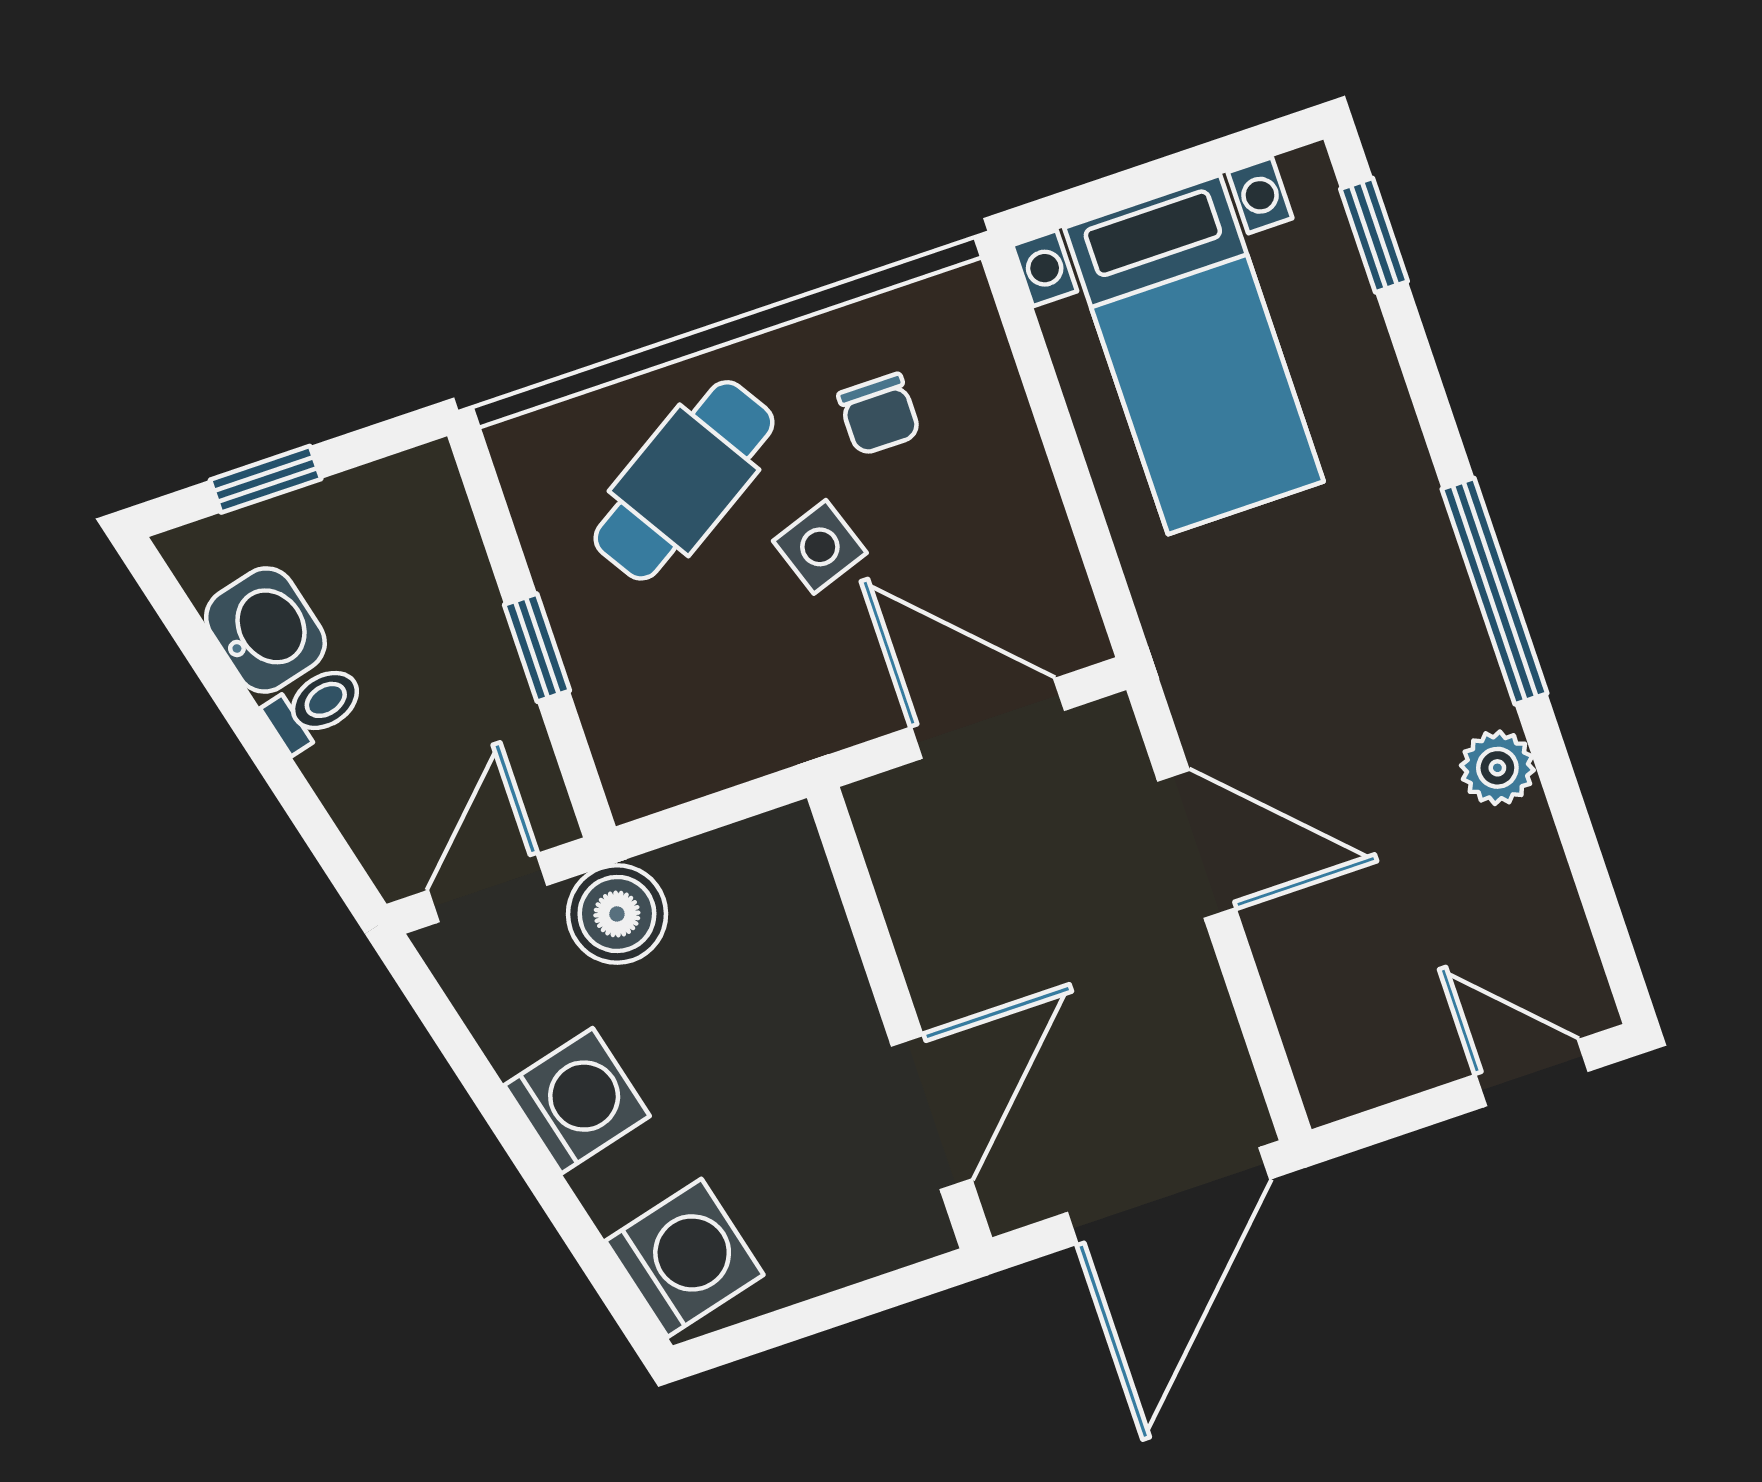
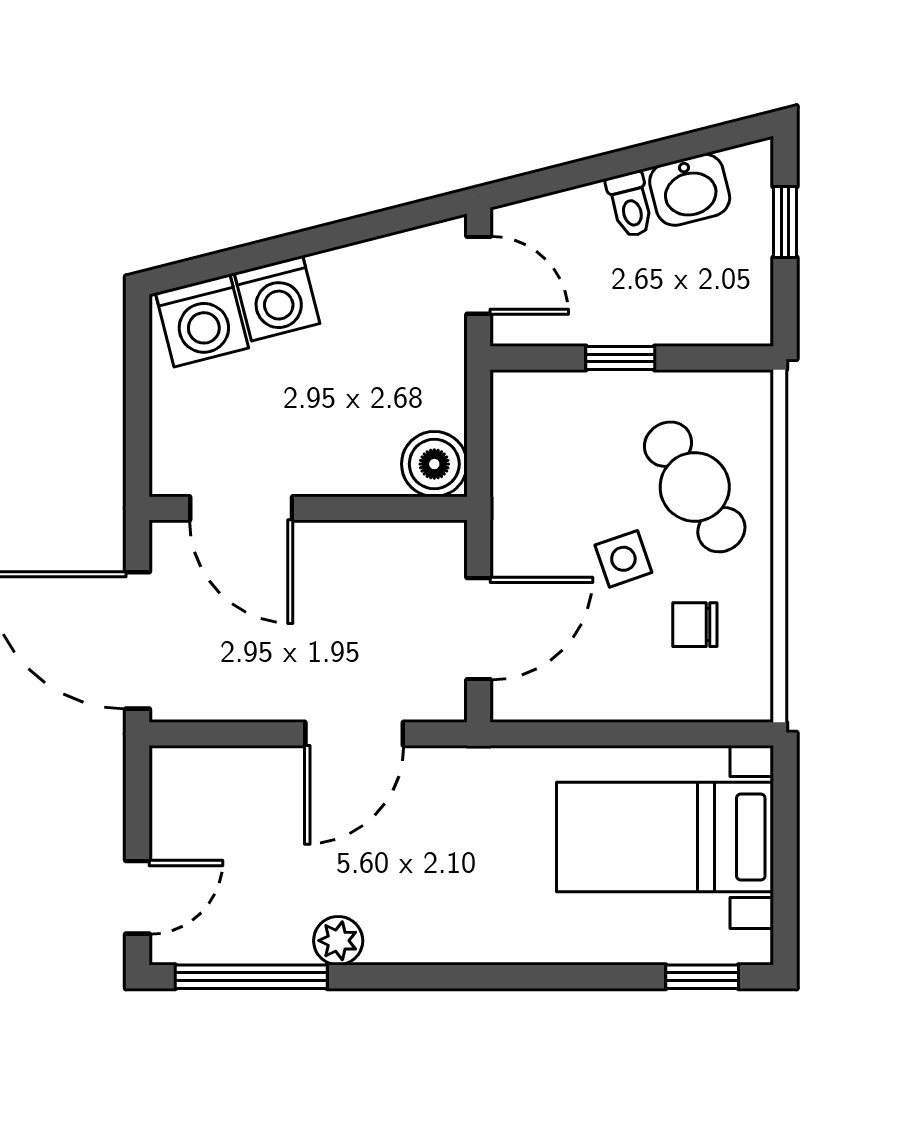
window: (1494, 591) -> (251, 977), moved
boiler: (617, 914) -> (434, 464), moved
washing machine: (577, 1101) -> (277, 298), moved

